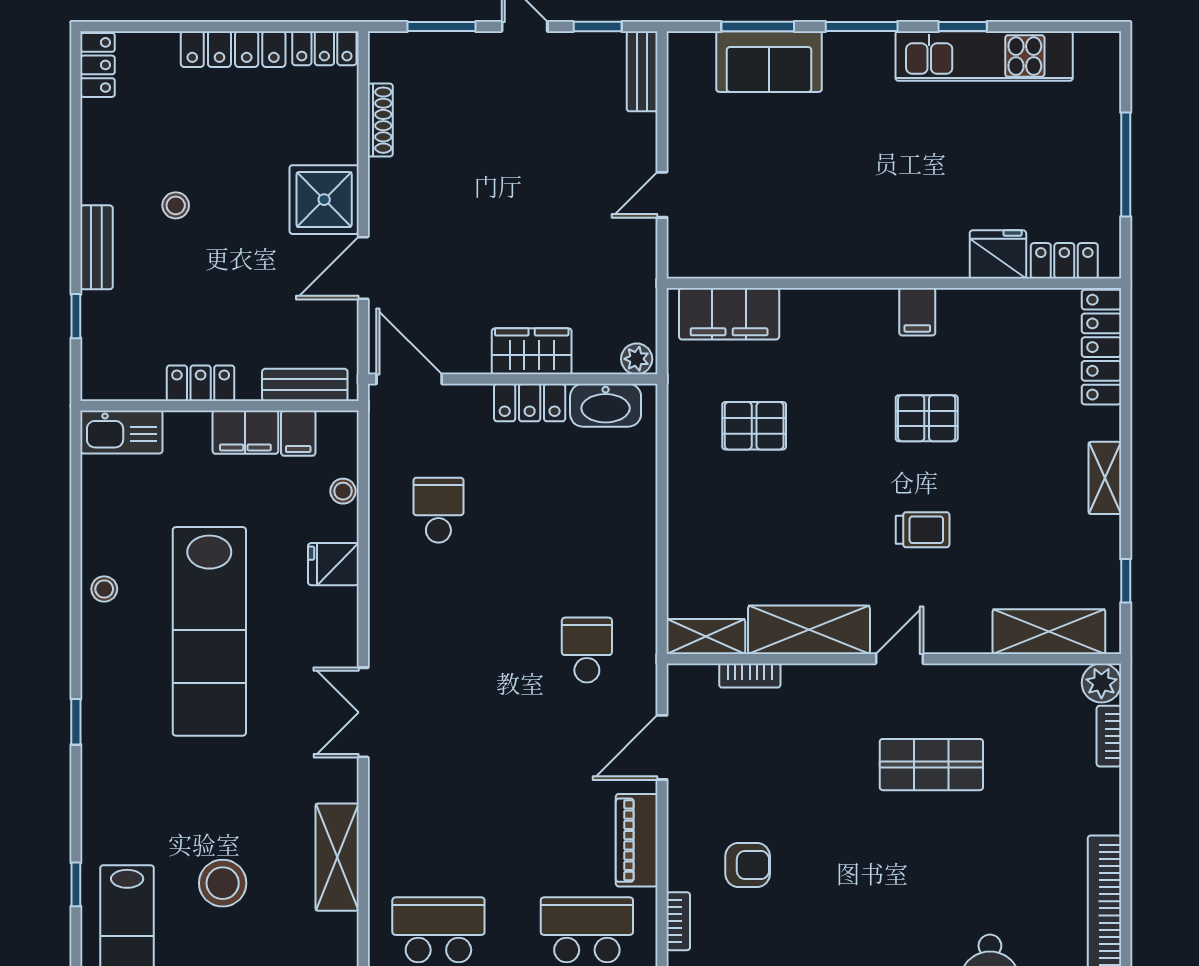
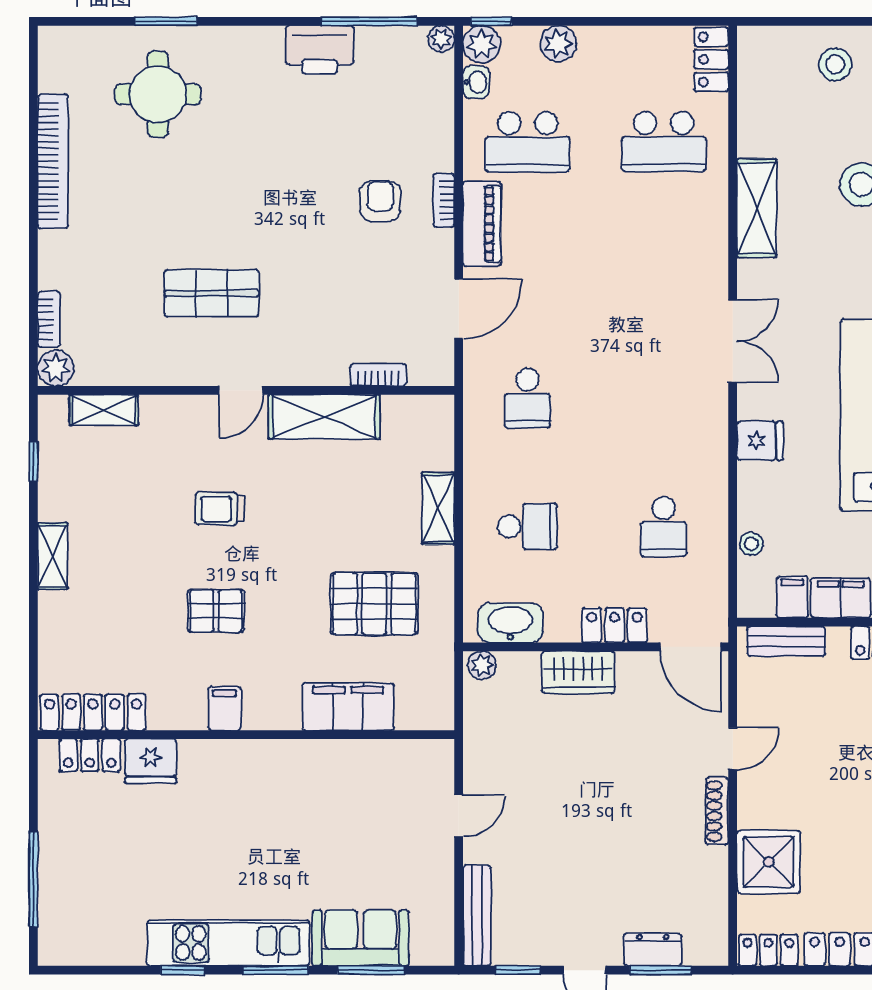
dresser: (450, 49) -> (653, 950), added
kitchen unit: (984, 56) -> (228, 943), moved
bench: (642, 71) -> (477, 916), width x1.36
shoe rack: (380, 120) -> (717, 811), moved
window: (1126, 164) -> (33, 879), moved
shower: (324, 200) -> (769, 862), moved
door: (363, 268) -> (733, 749), width x0.73
filing cabinet: (729, 314) -> (348, 707), moved
locker: (1101, 347) -> (93, 712), moved, turned -90
locker: (530, 403) -> (614, 625), moved
pallet: (754, 426) -> (374, 604), width x1.50, depth x1.42
school desk: (587, 510) -> (528, 526), added
fridge: (333, 564) -> (760, 441), moved
shelving: (1049, 632) -> (104, 410), width x0.67, depth x0.75
shelving: (706, 636) -> (438, 508), moved, turned 90
armchair: (748, 865) -> (380, 201), turned 90
bookcase: (678, 921) -> (444, 200), moved

